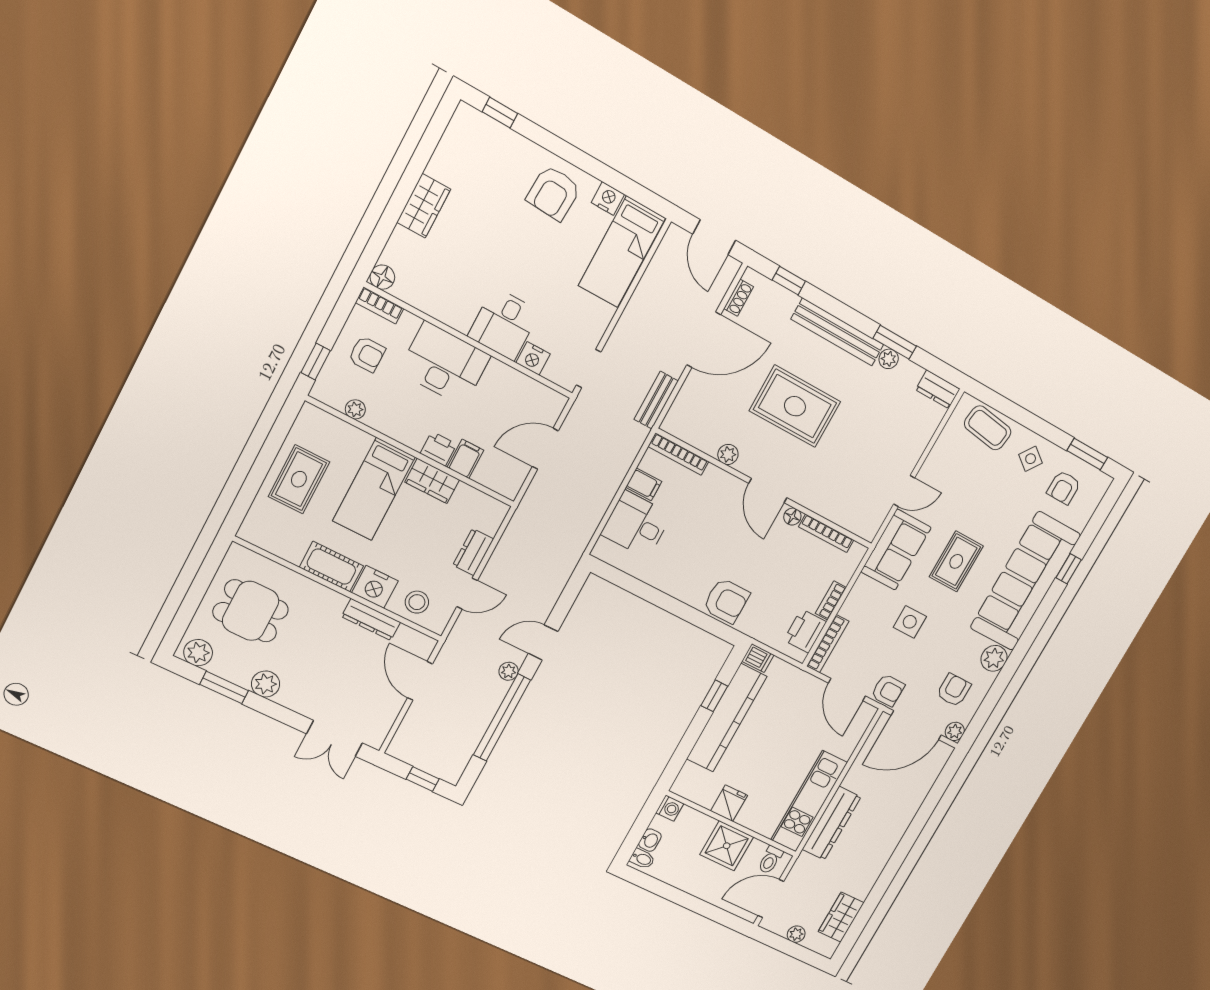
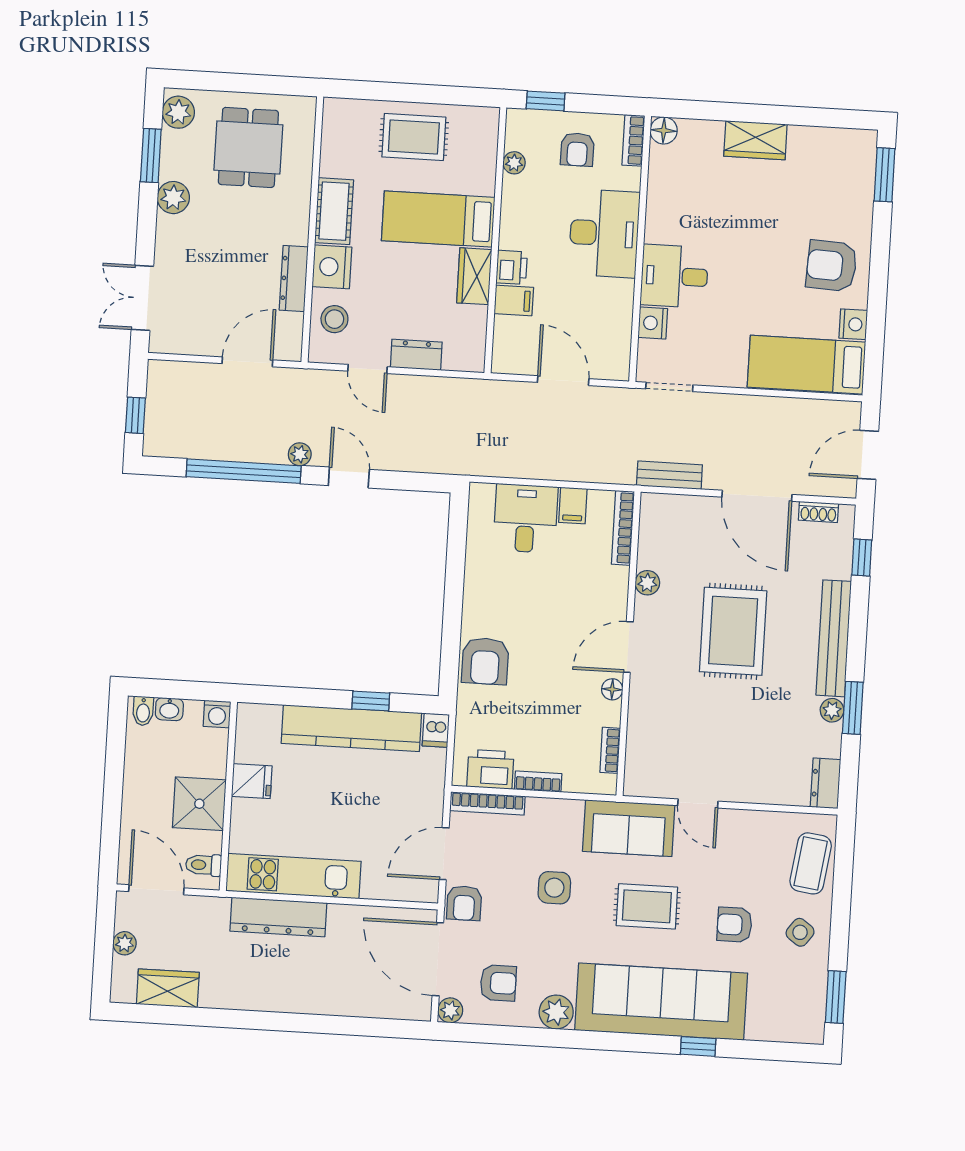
window: (500, 113) -> (885, 175), width x1.50
armchair: (1064, 488) -> (734, 925), moved
bookcase: (826, 533) -> (610, 750), width x0.64

